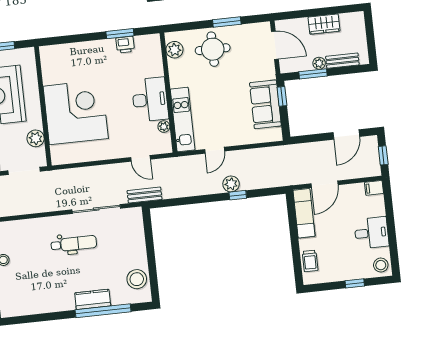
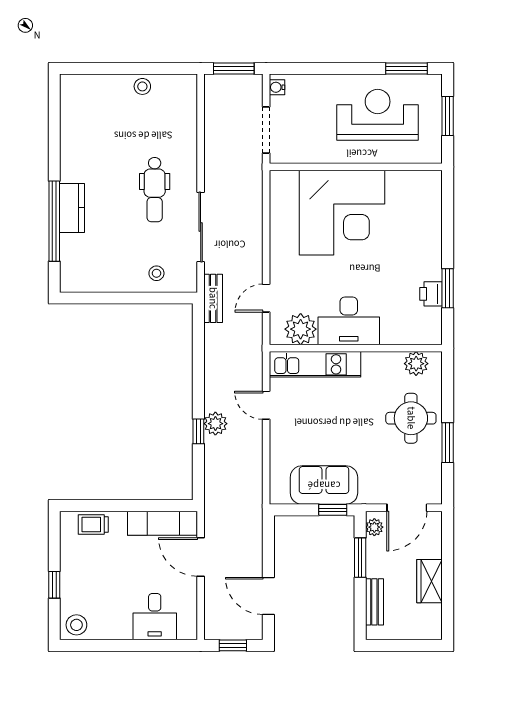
plant: (319, 63) -> (374, 527), moved
plant: (164, 127) -> (301, 329), width x1.88, depth x1.88
plant: (36, 138) -> (311, 151), removed
filing cabinet: (374, 188) -> (188, 627), removed
desk: (372, 233) -> (155, 617), moved
stool: (137, 279) -> (156, 273), moved, width x0.53, depth x0.53

